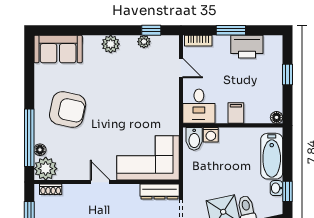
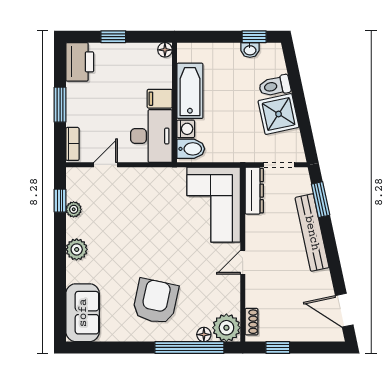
printer: (247, 47) -> (80, 62), moved
desk: (199, 106) -> (151, 136), width x1.37
bathtub: (272, 156) -> (190, 91), moved, turned -90

